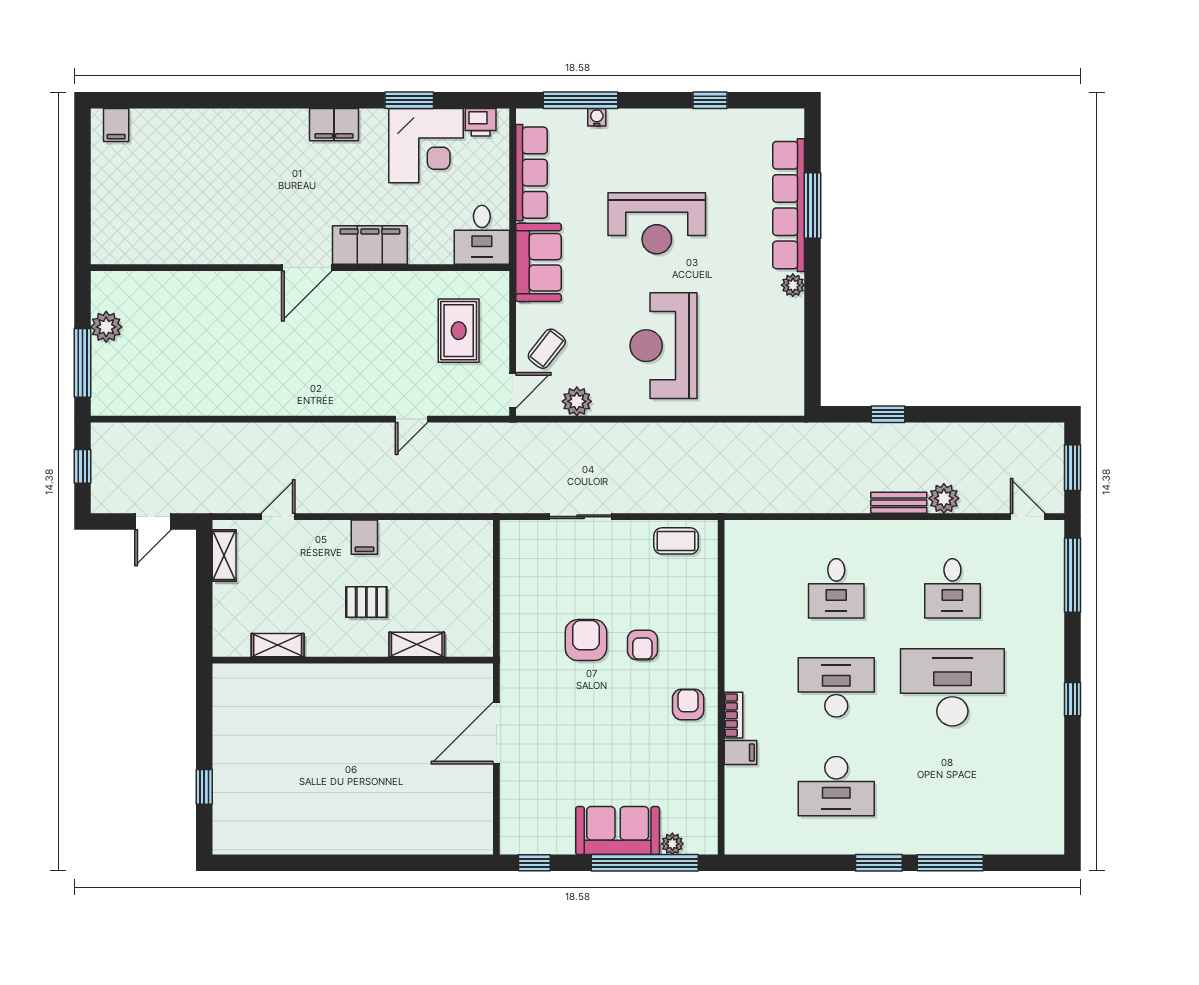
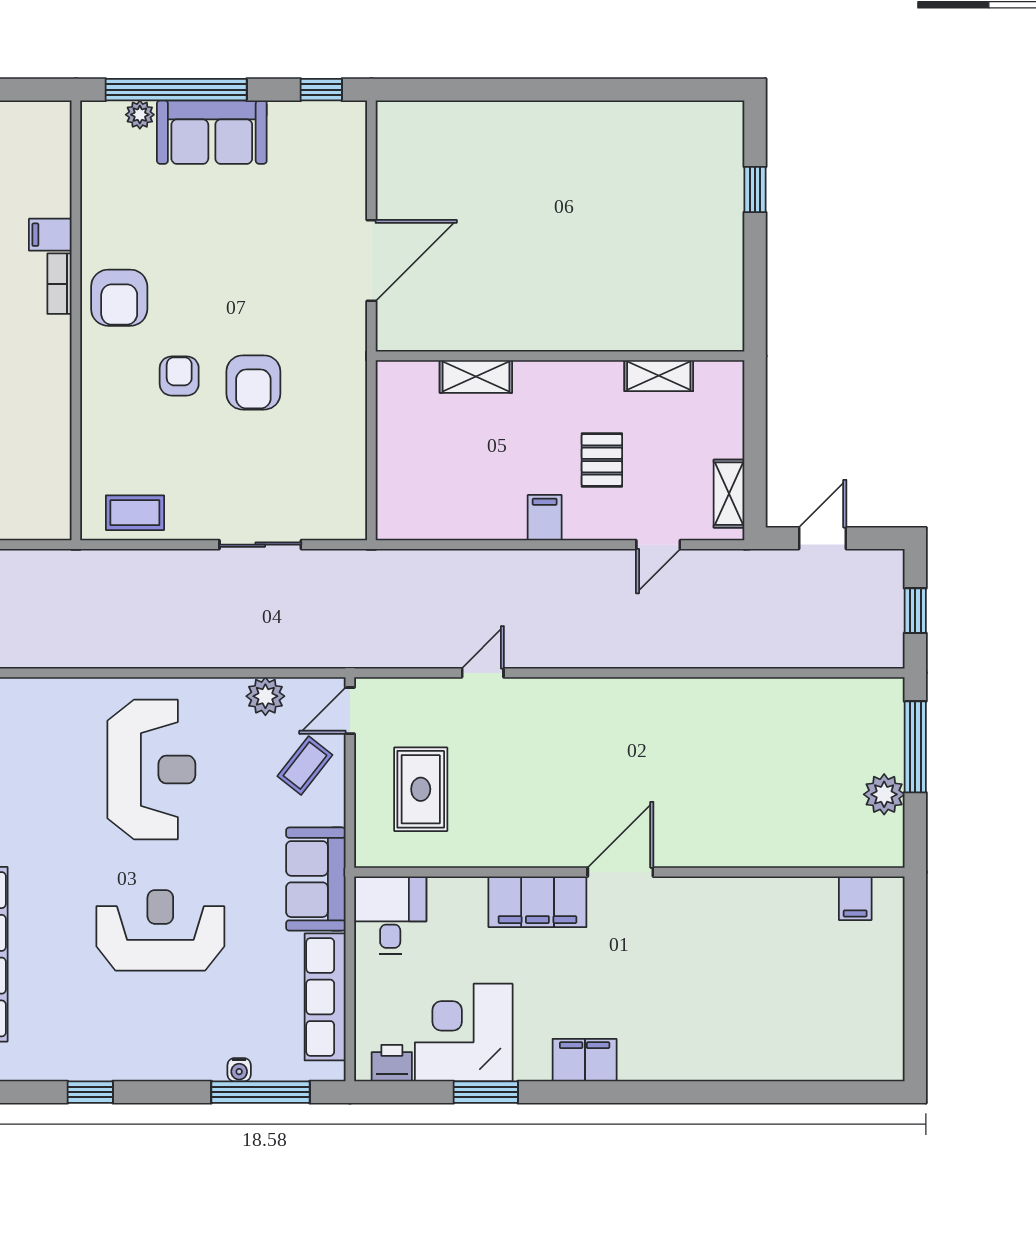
filing cabinet: (116, 125) -> (855, 898), moved, turned 180
pallet: (366, 602) -> (602, 460), moved, turned 90
armchair: (688, 705) -> (119, 298), width x1.38, depth x1.38

